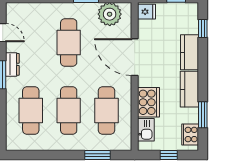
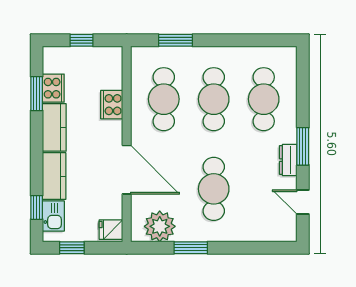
cooker: (148, 102) -> (112, 105), width x0.73, depth x0.76
kitchen sink: (146, 130) -> (53, 216), moved, turned 180
cooker: (190, 134) -> (53, 88), moved

